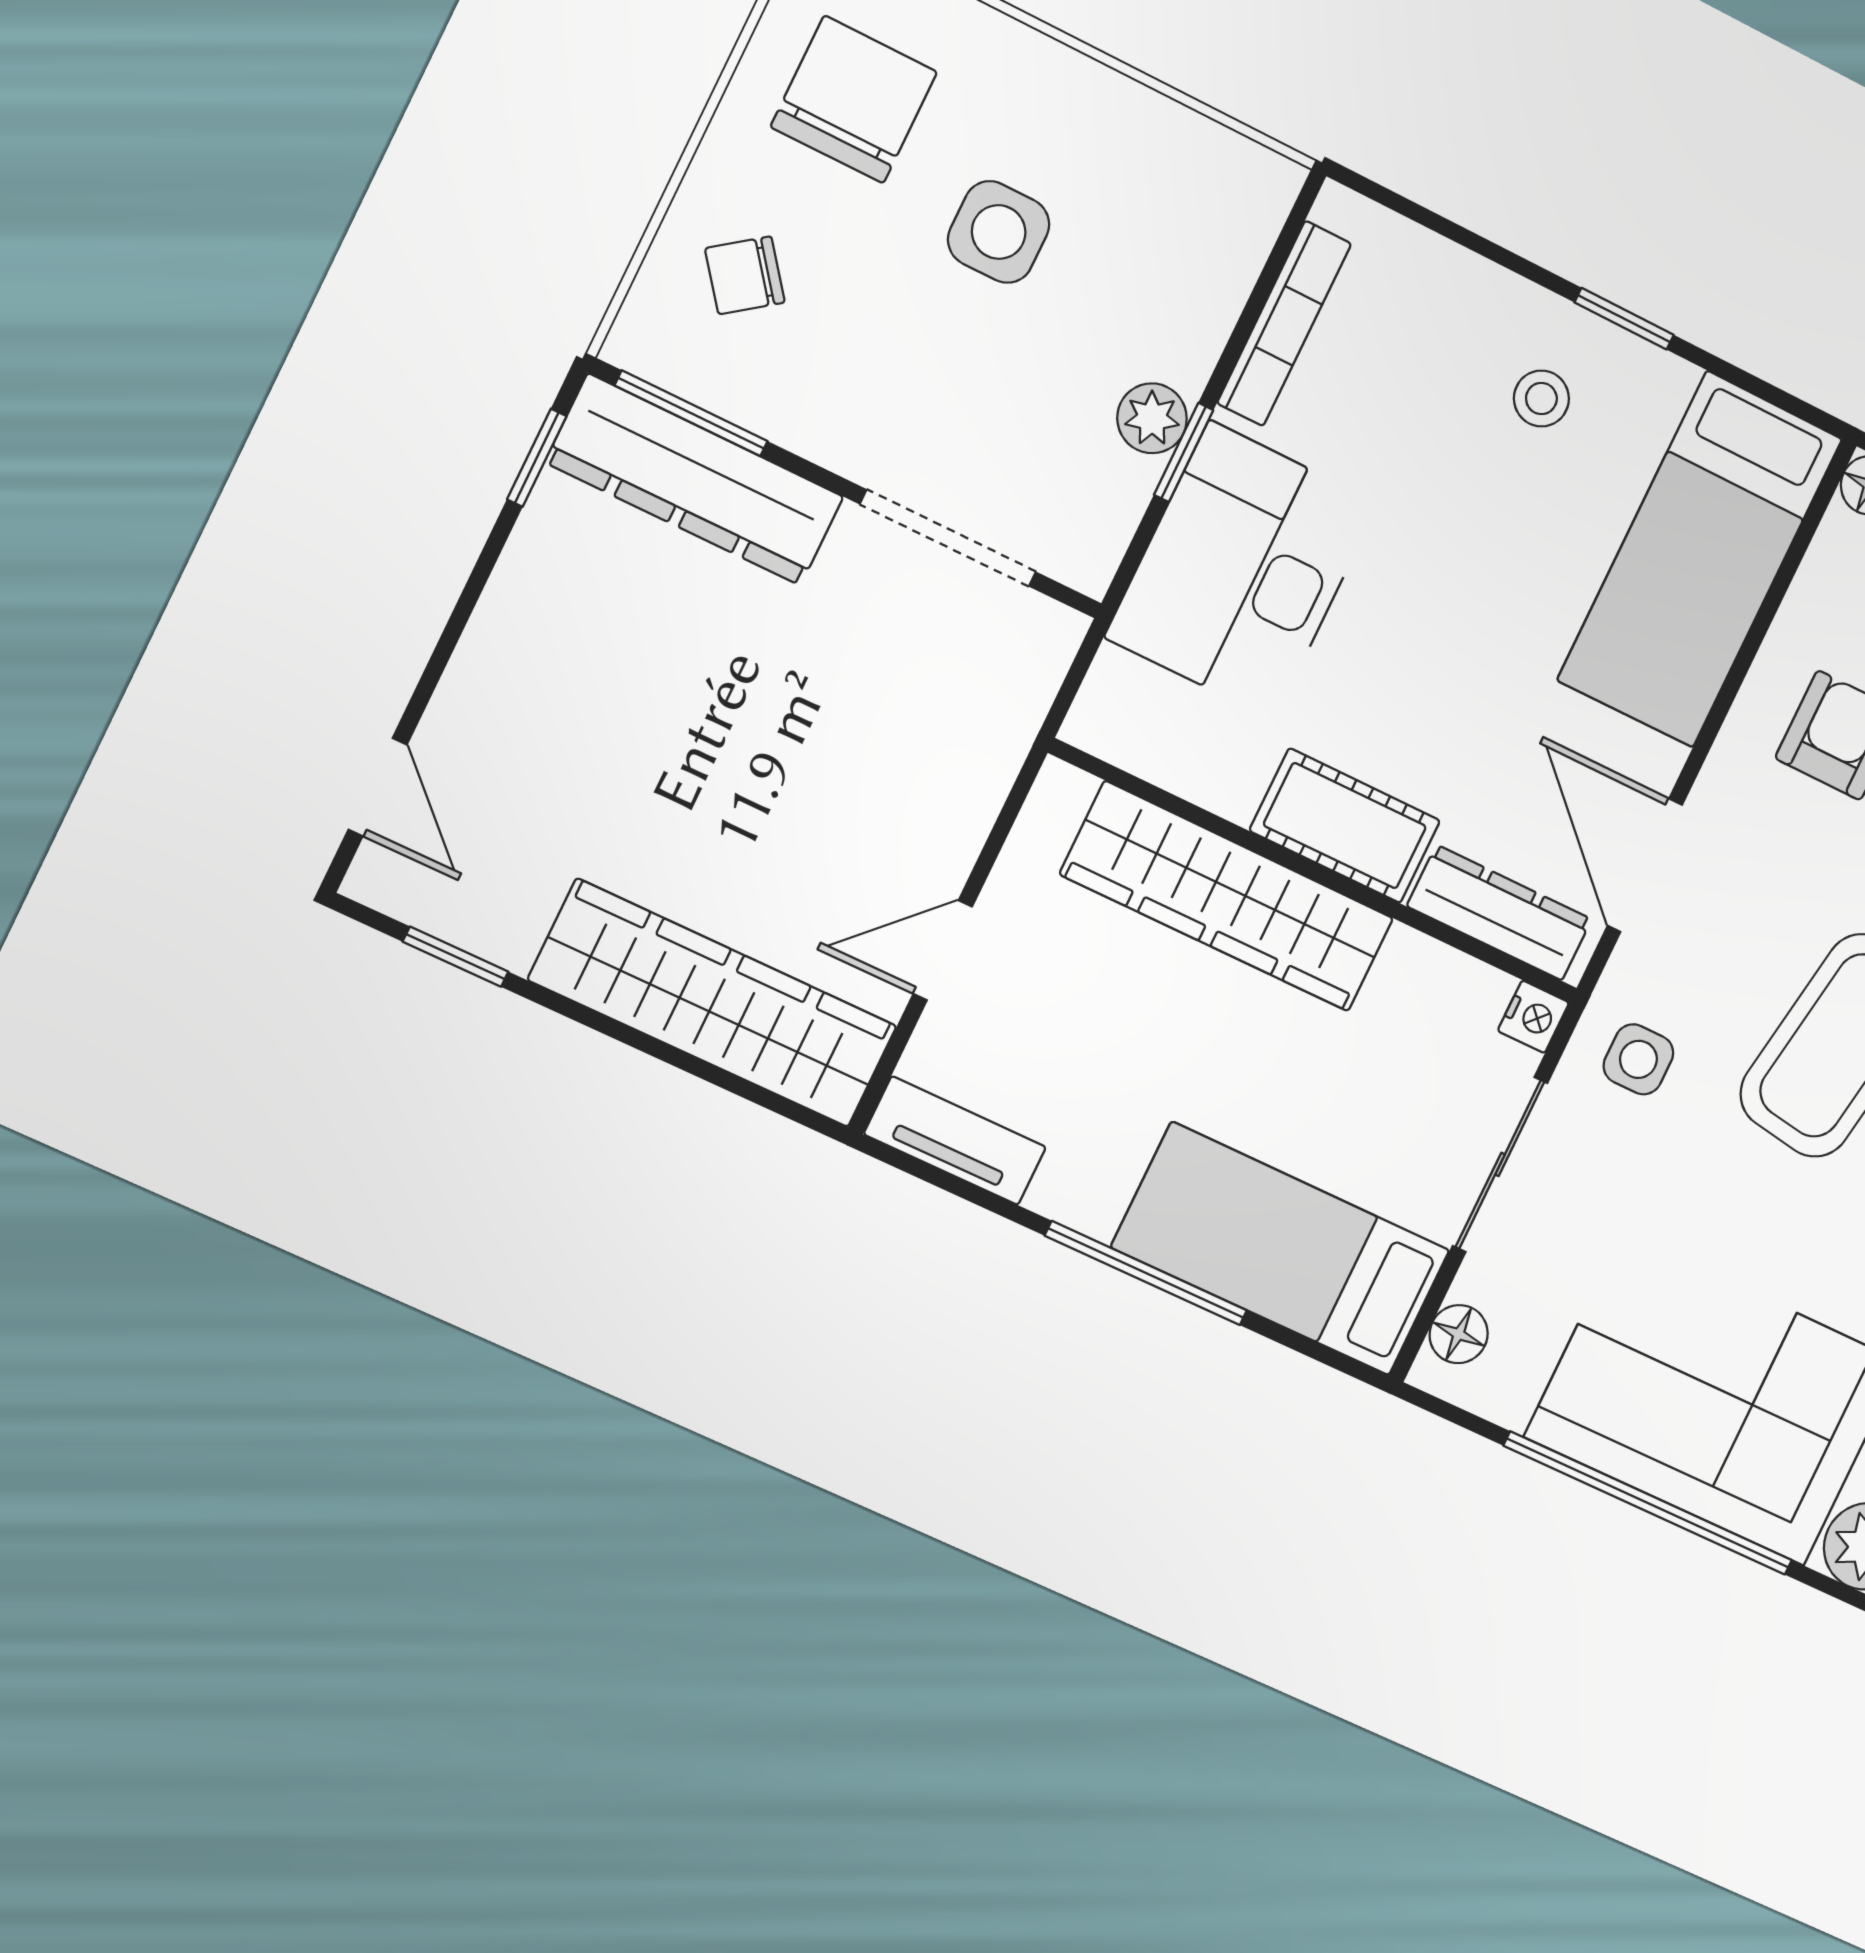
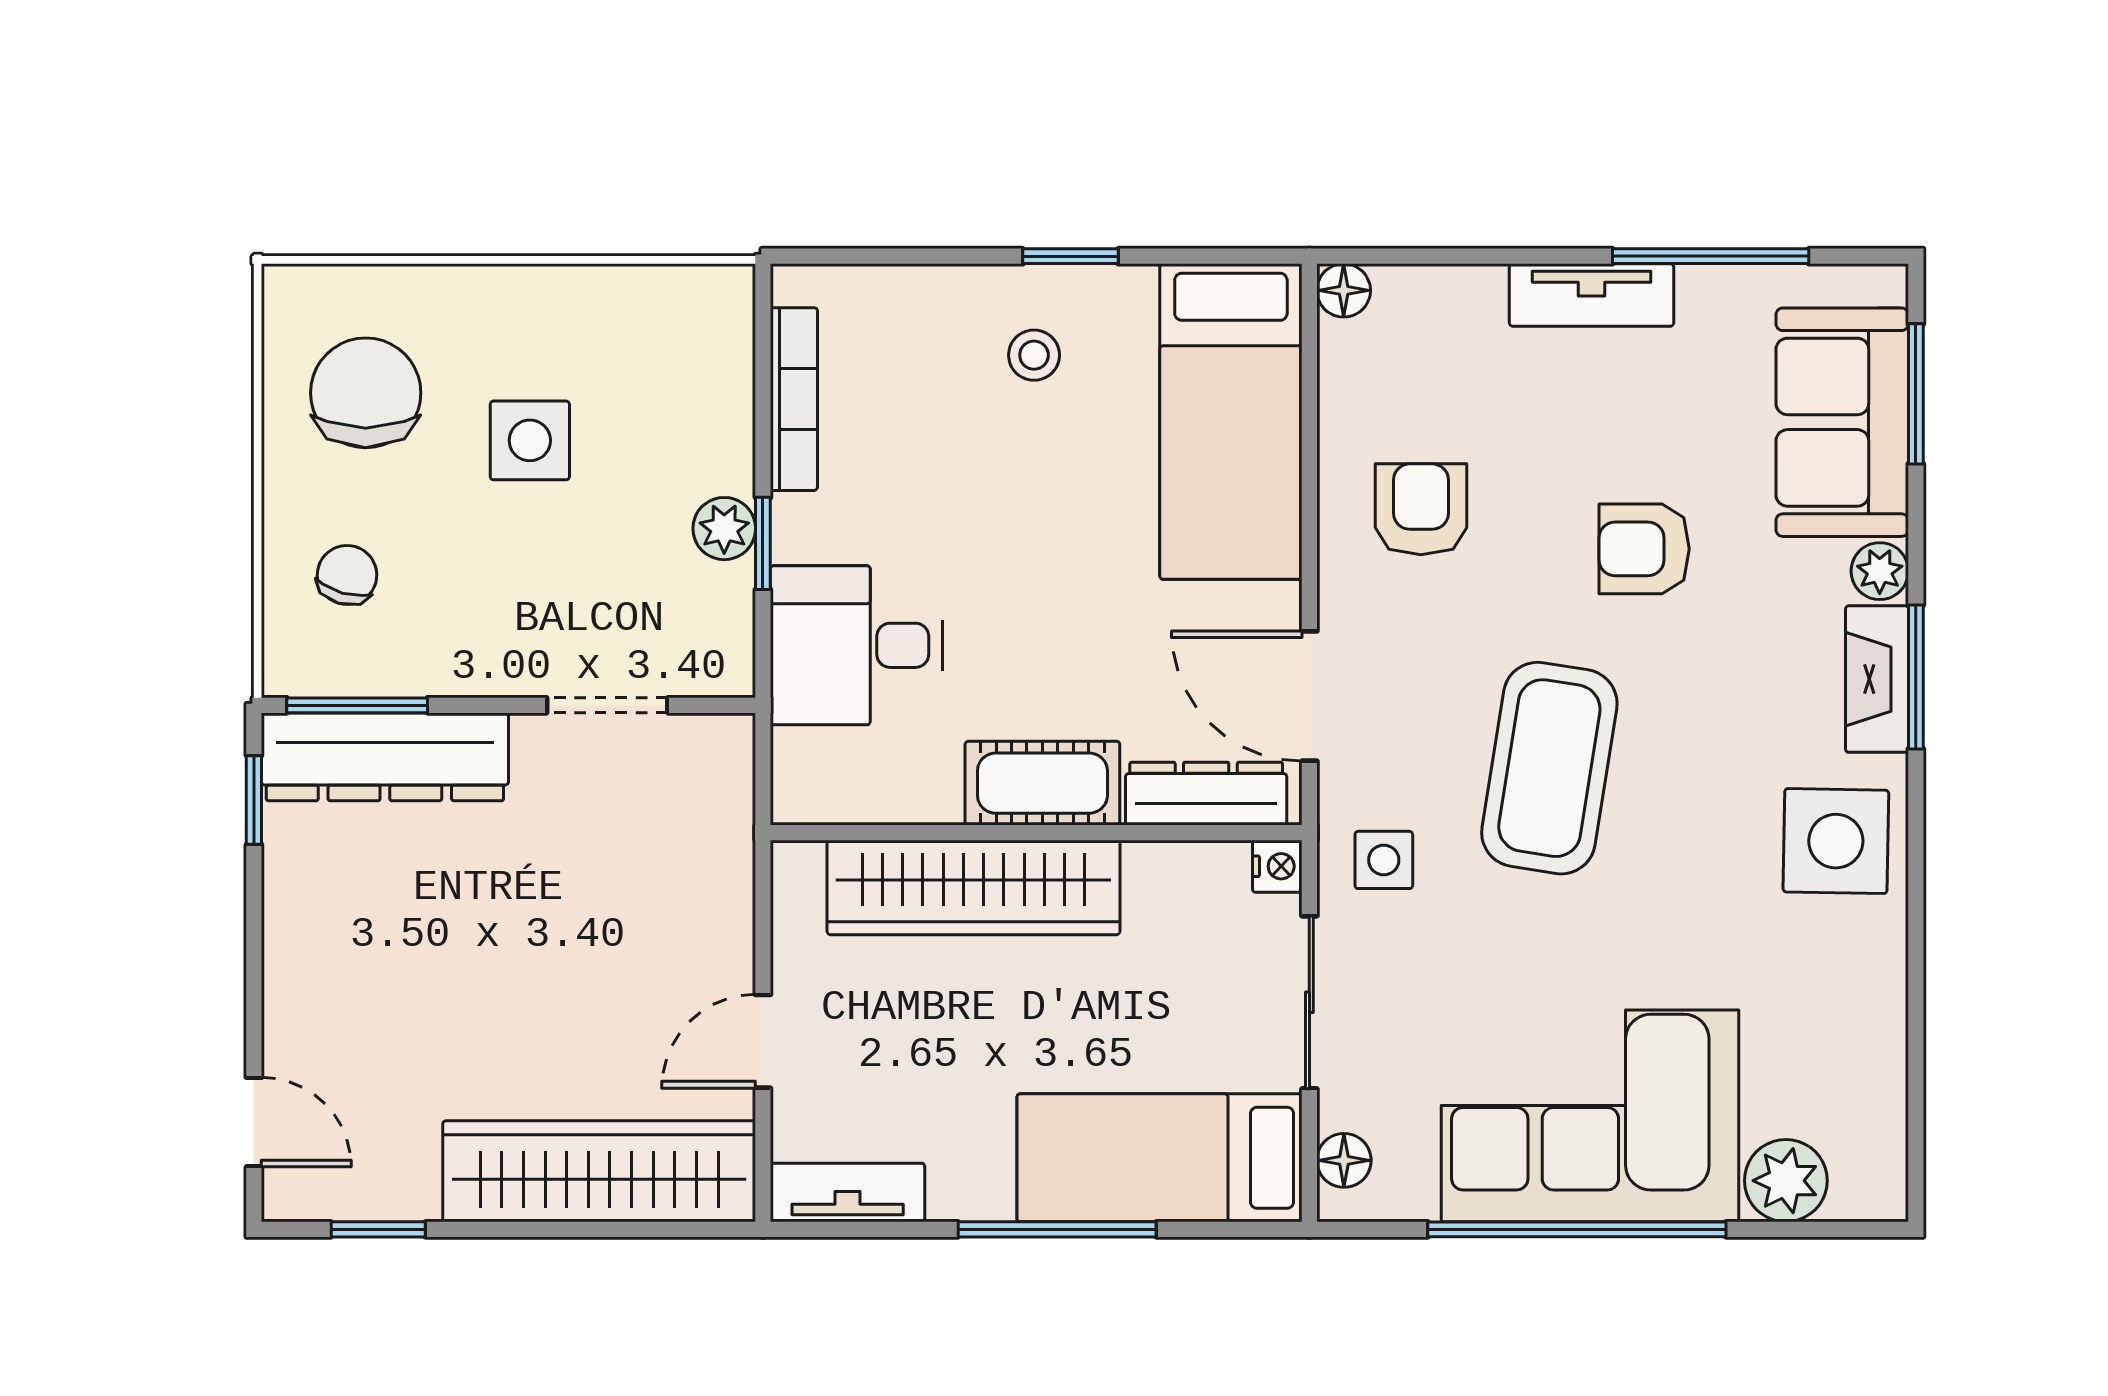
chair: (745, 275) -> (347, 575), turned 143
doorway: (948, 538) -> (607, 705), width x0.73
desk: (1242, 570) -> (856, 645), width x0.73

